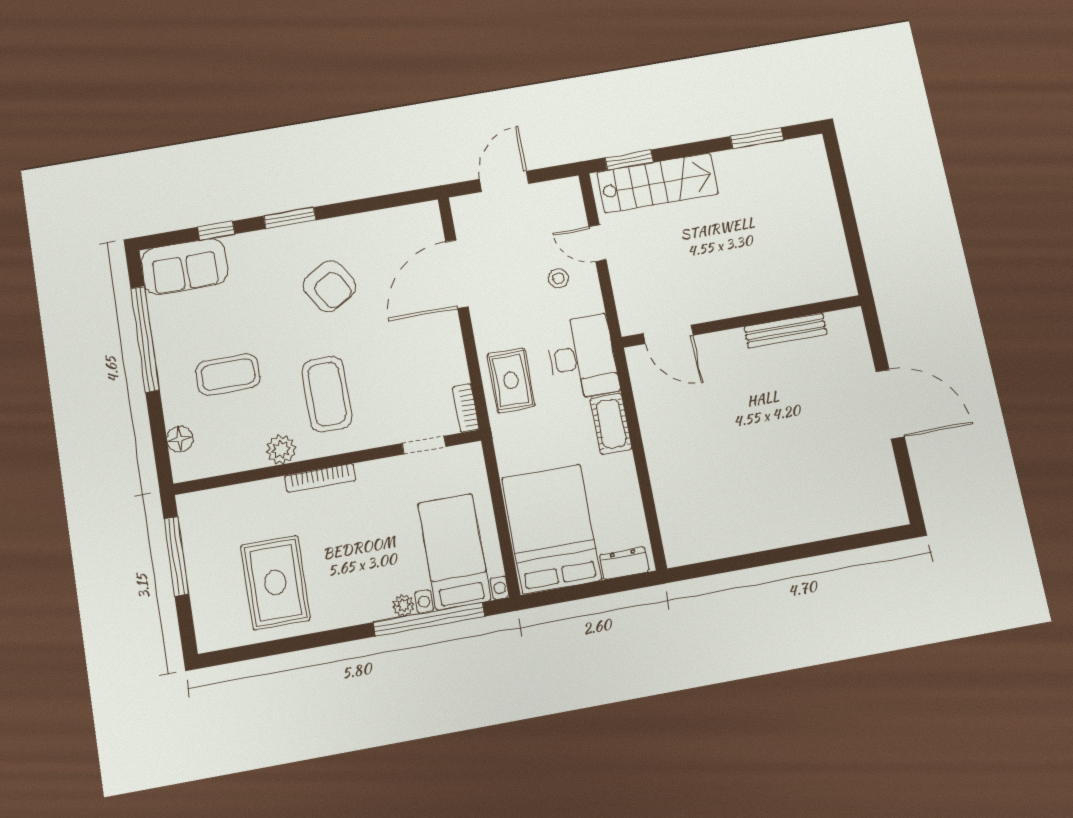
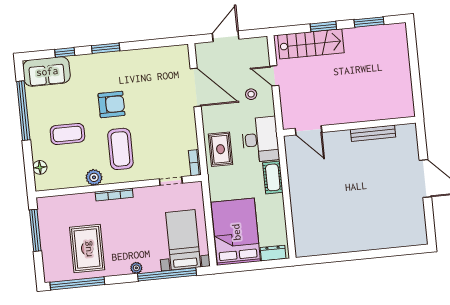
window: (629, 160) -> (323, 27), moved
door: (457, 274) -> (196, 87), swing flipped
armchair: (329, 286) -> (112, 104), moved, turned -59
plant: (403, 606) -> (136, 268), moved
window: (260, 650) -> (77, 283), added

